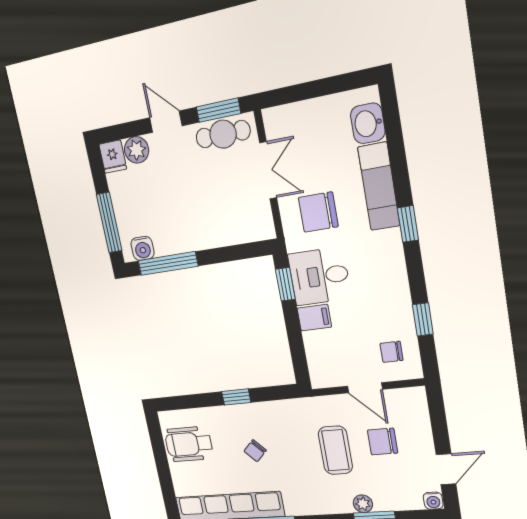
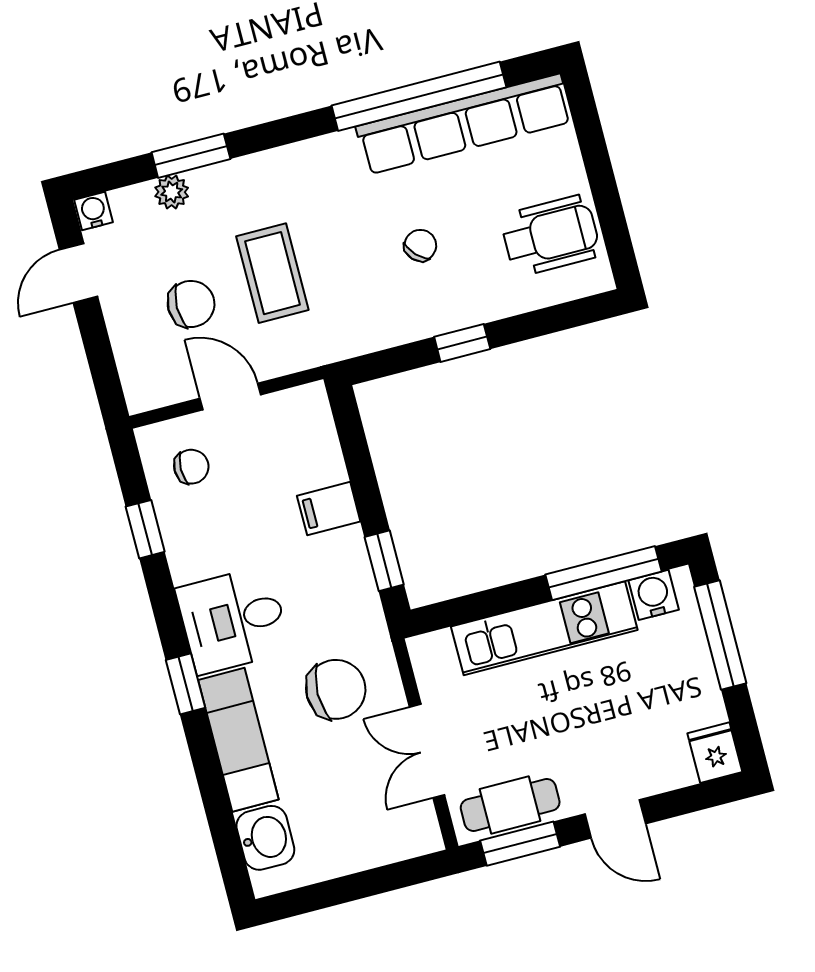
plant: (137, 150) -> (669, 768), removed
kitchen unit: (200, 236) -> (544, 628), added
desk: (319, 276) -> (233, 620), moved, turned 180
plant: (363, 504) -> (172, 192), moved

